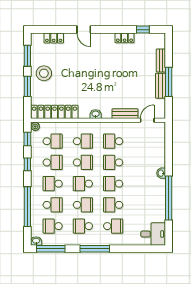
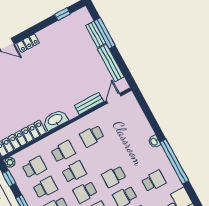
locker: (124, 38) -> (28, 43), moved
window: (169, 82) -> (105, 33), moved
bench: (160, 86) -> (111, 63), width x1.36
washbasin: (96, 114) -> (55, 120), width x1.91, depth x1.45
school desk: (113, 162) -> (154, 181), moved, turned 180

